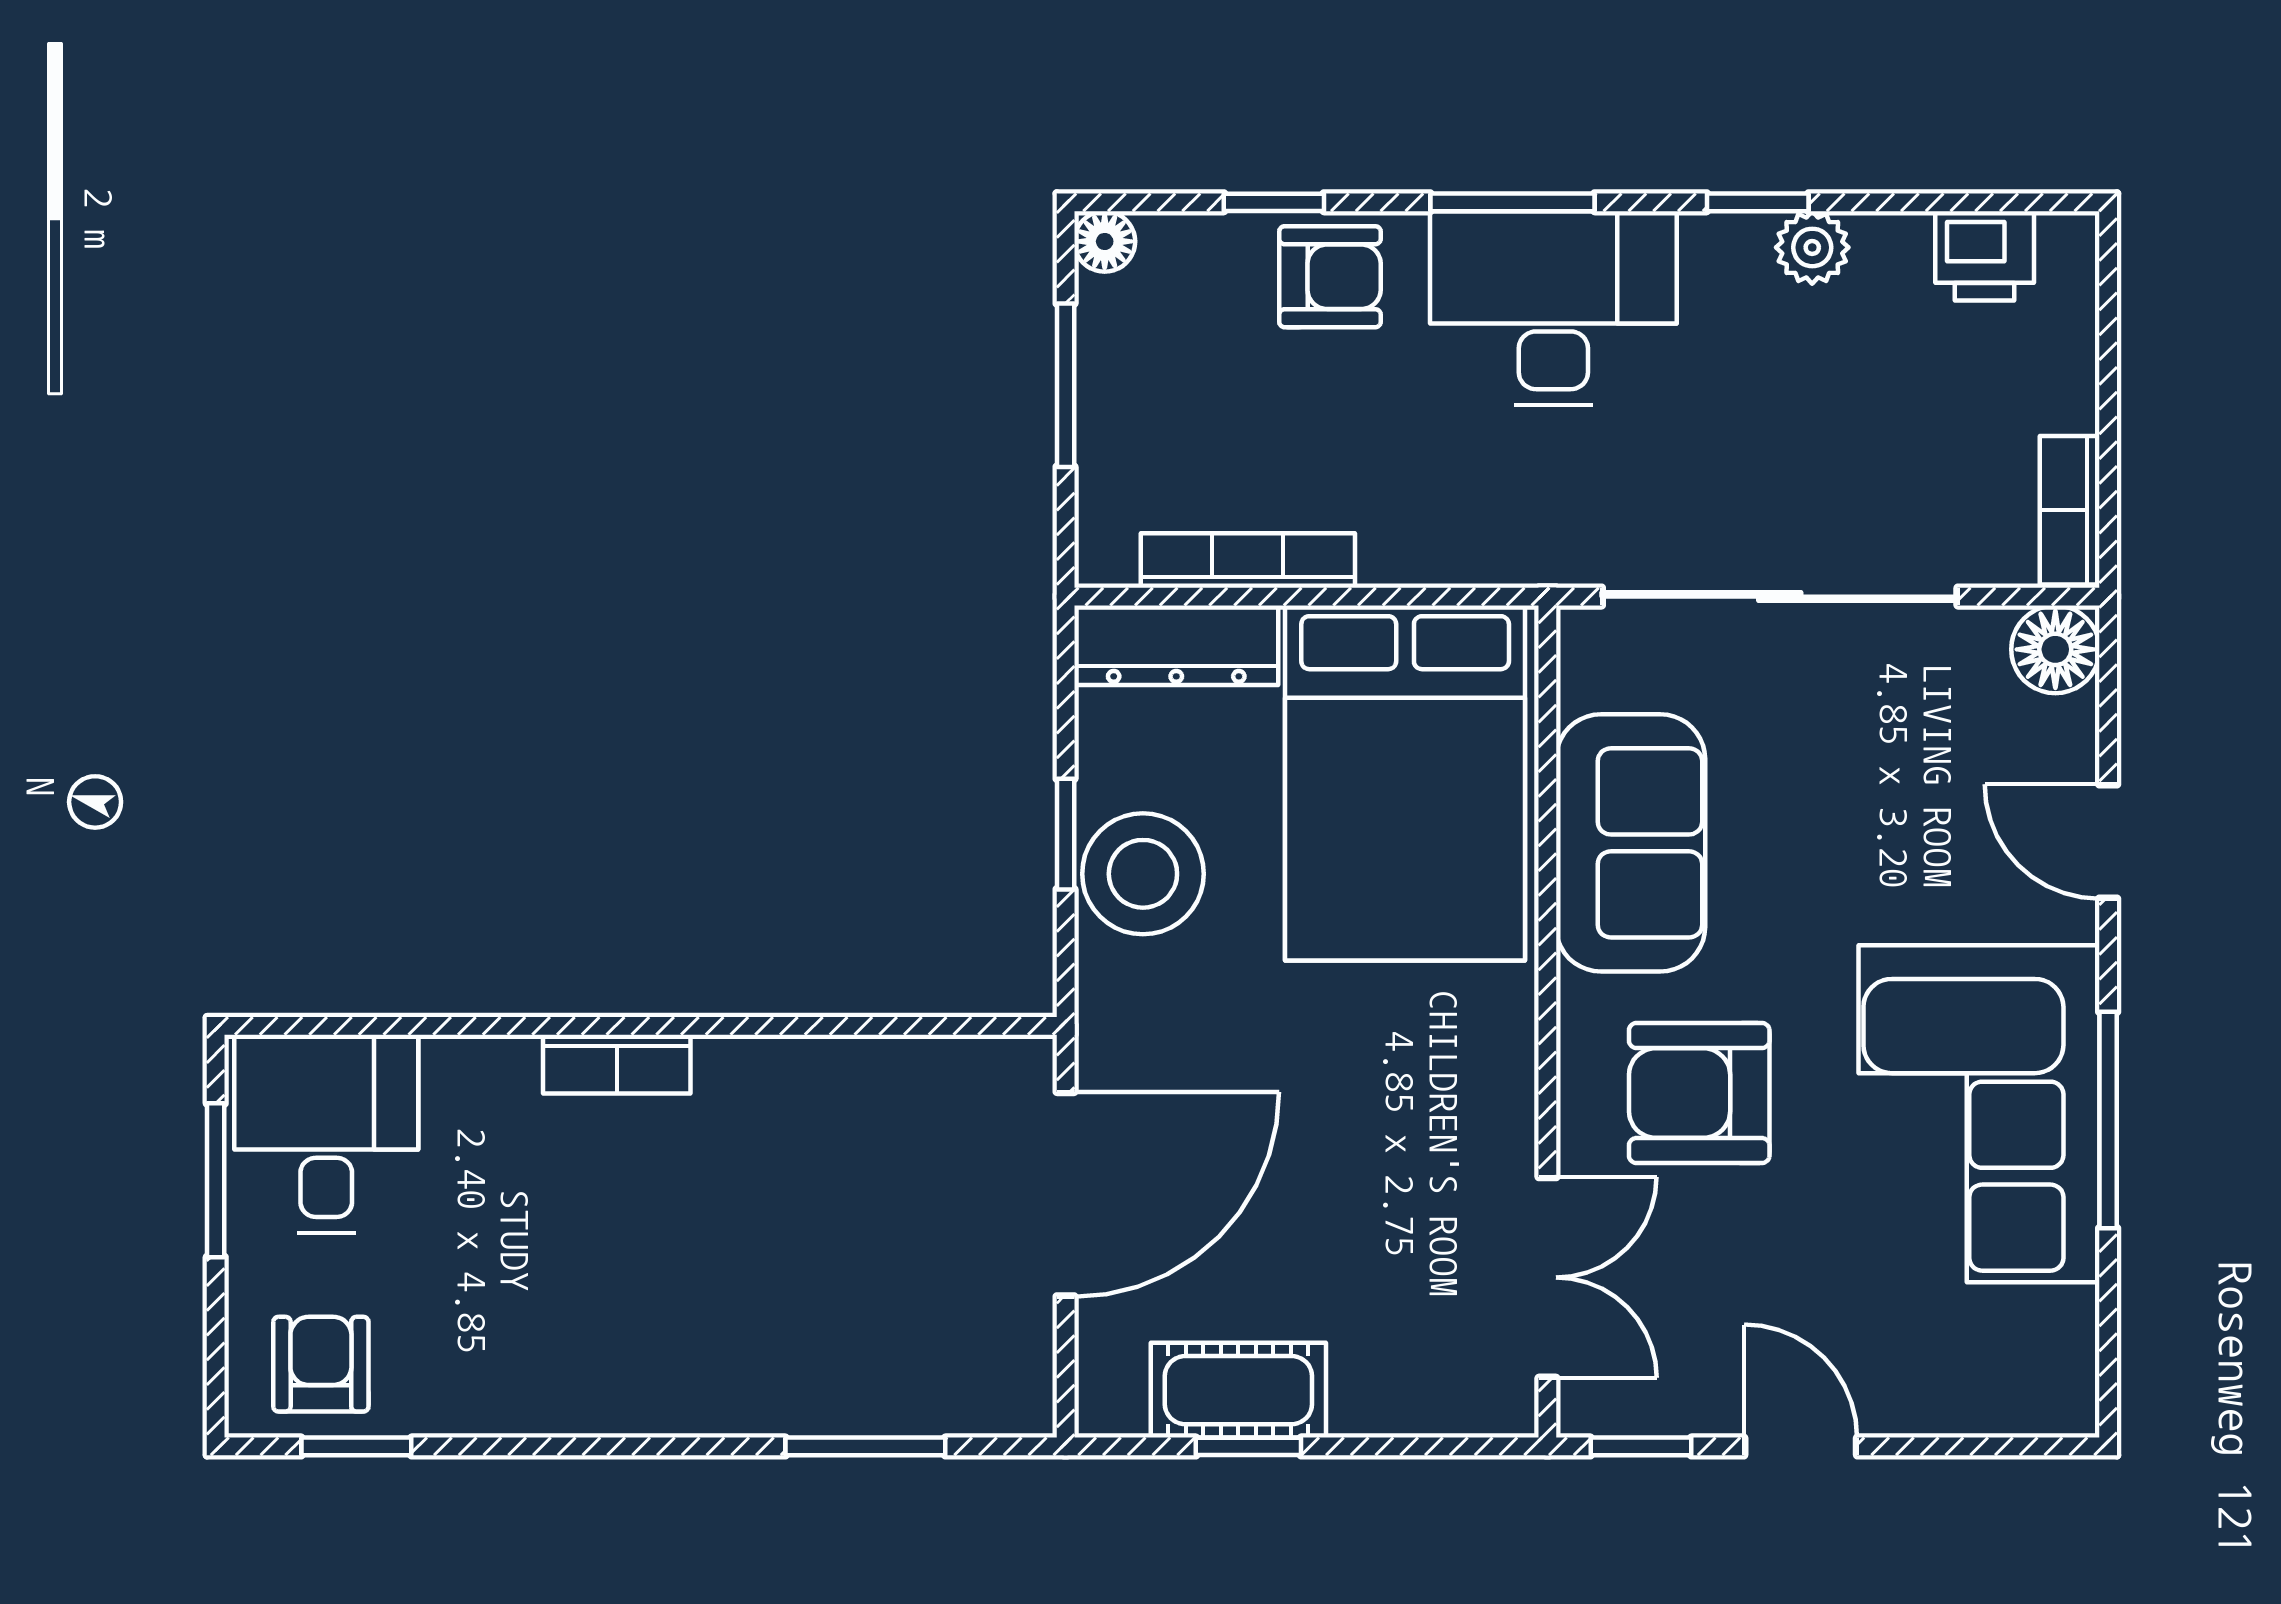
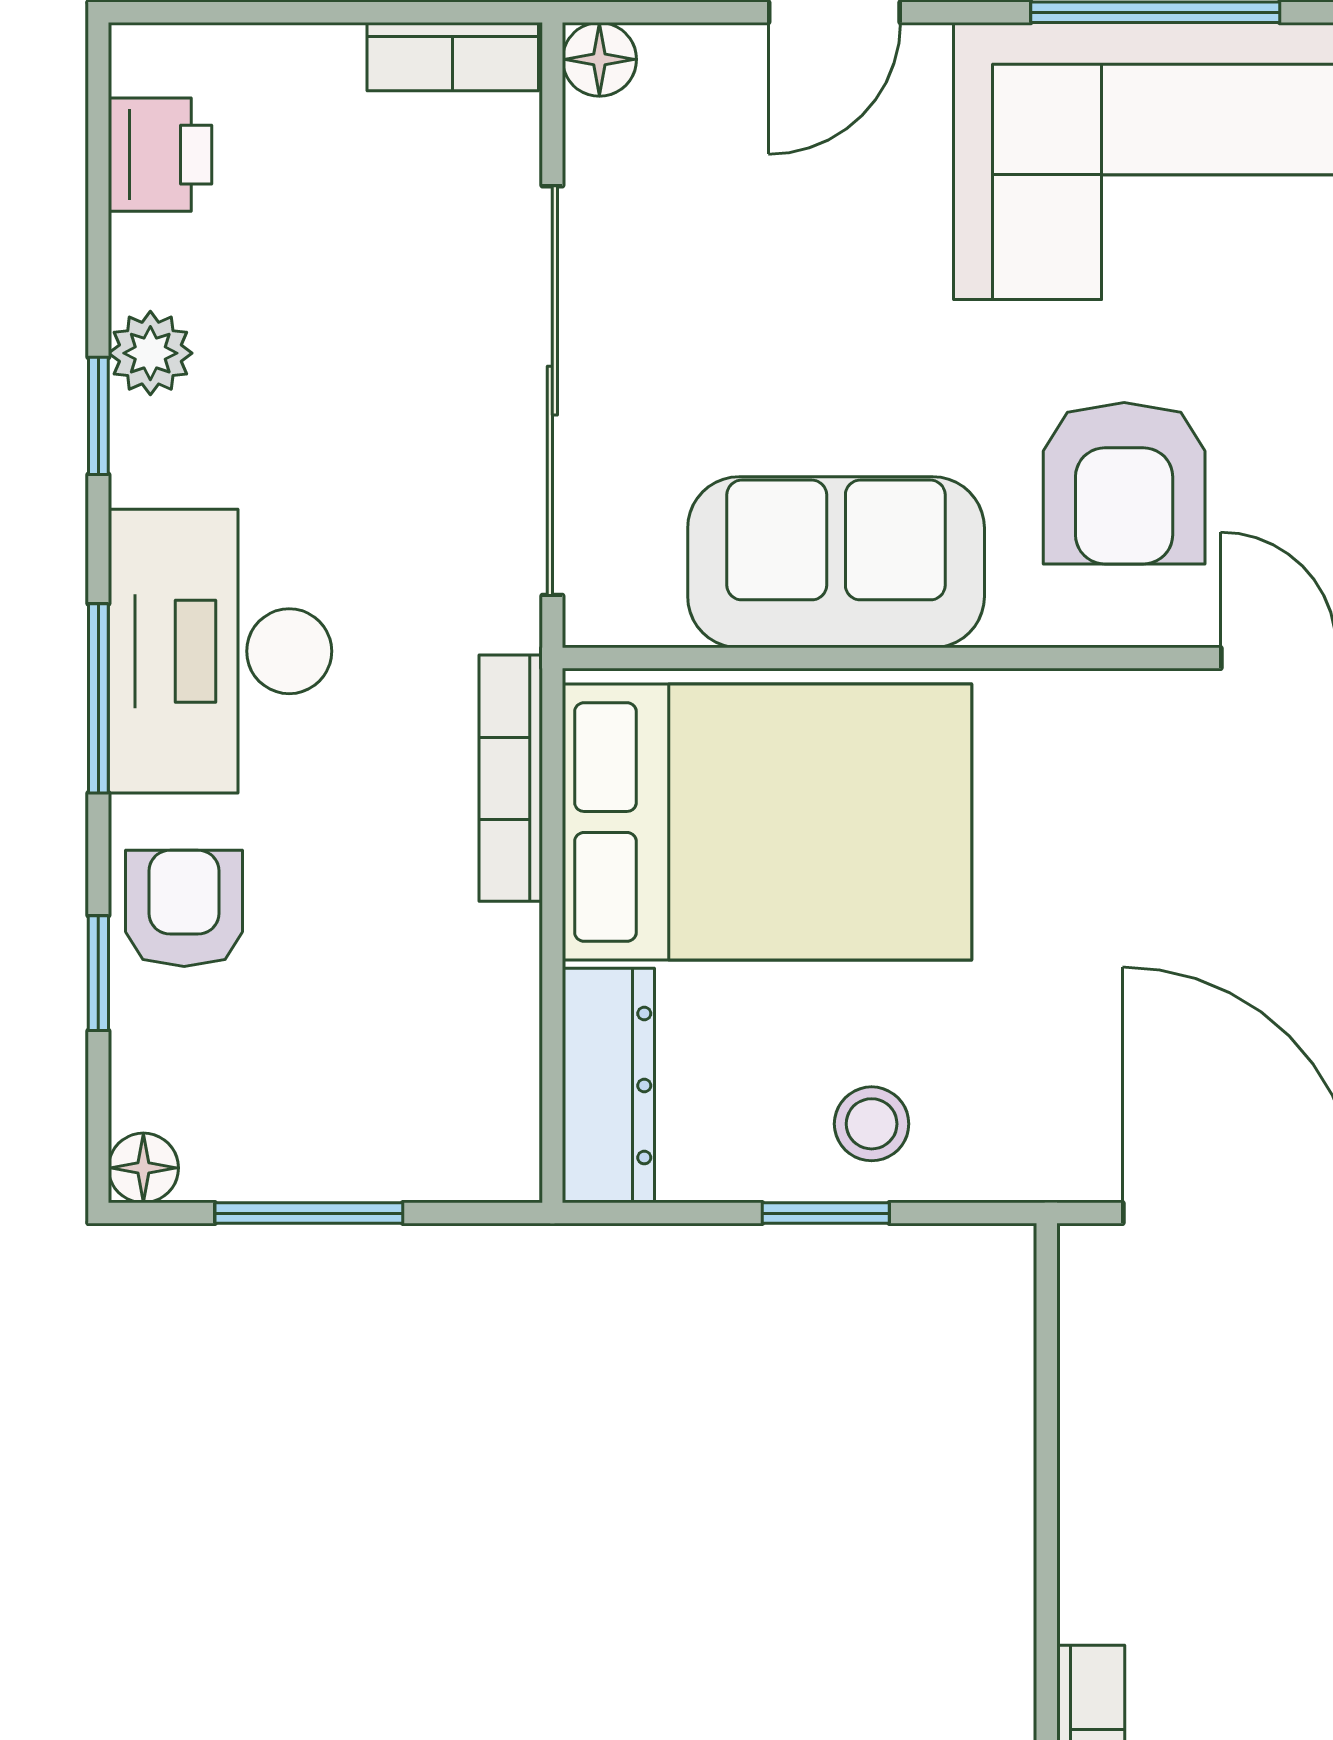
bookcase: (1248, 560) -> (511, 778), moved
floor lamp: (2055, 649) -> (599, 59), width x0.73, depth x0.73
stool: (1143, 874) -> (872, 1124), width x0.53, depth x0.53

